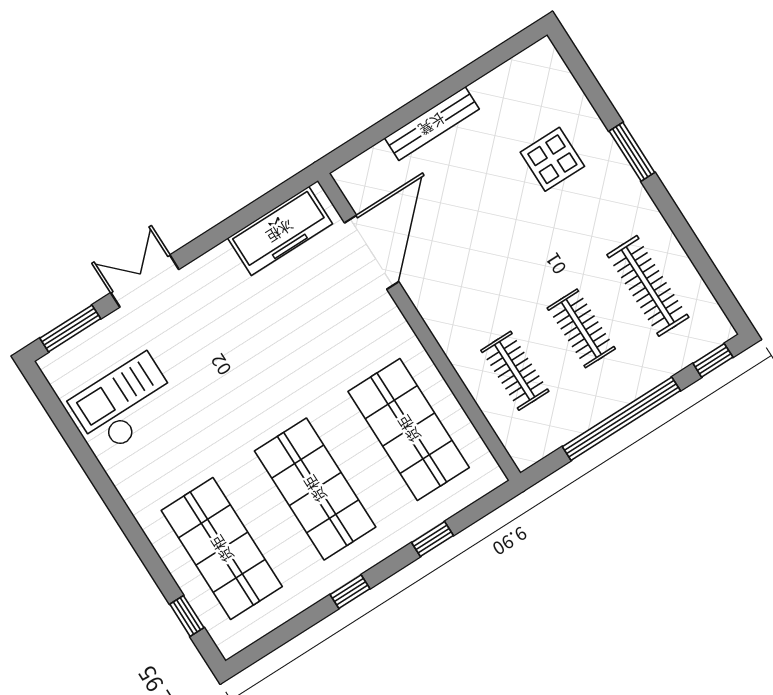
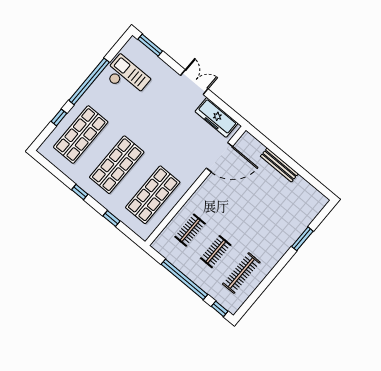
window: (632, 152) -> (302, 239), moved
display table: (552, 159) -> (280, 218), removed
double door: (145, 281) -> (194, 82), moved
window: (108, 492) -> (89, 81), added
window: (187, 616) -> (59, 117), moved

